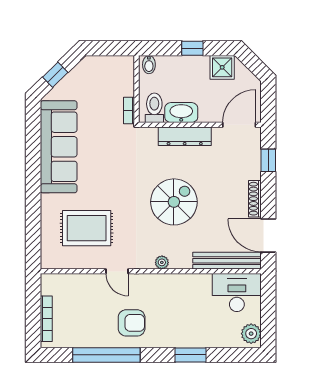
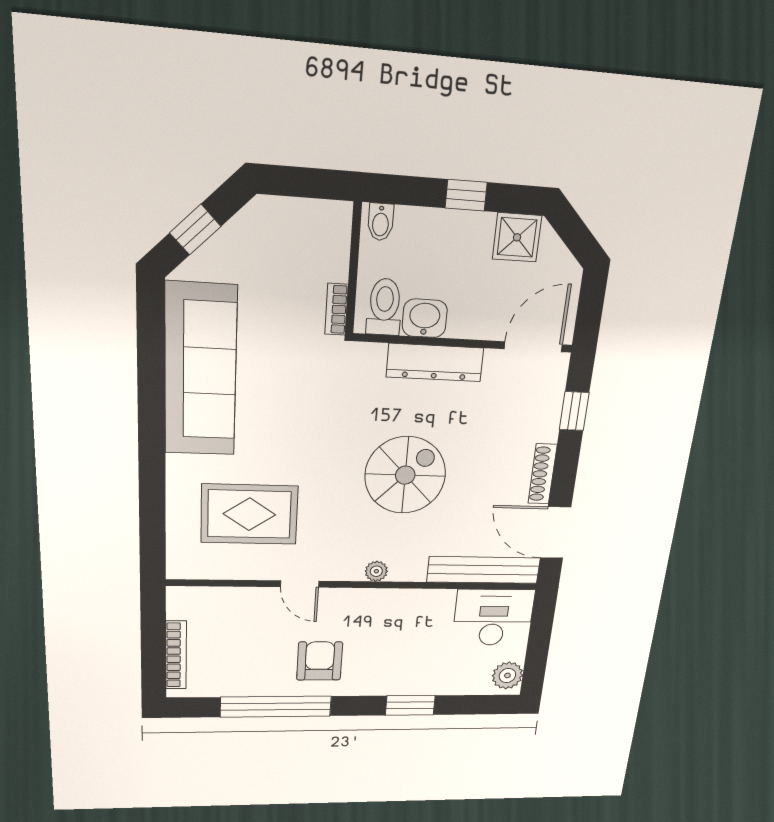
washbasin: (181, 113) -> (425, 318), width x0.72
armchair: (132, 323) -> (320, 661), turned -90

